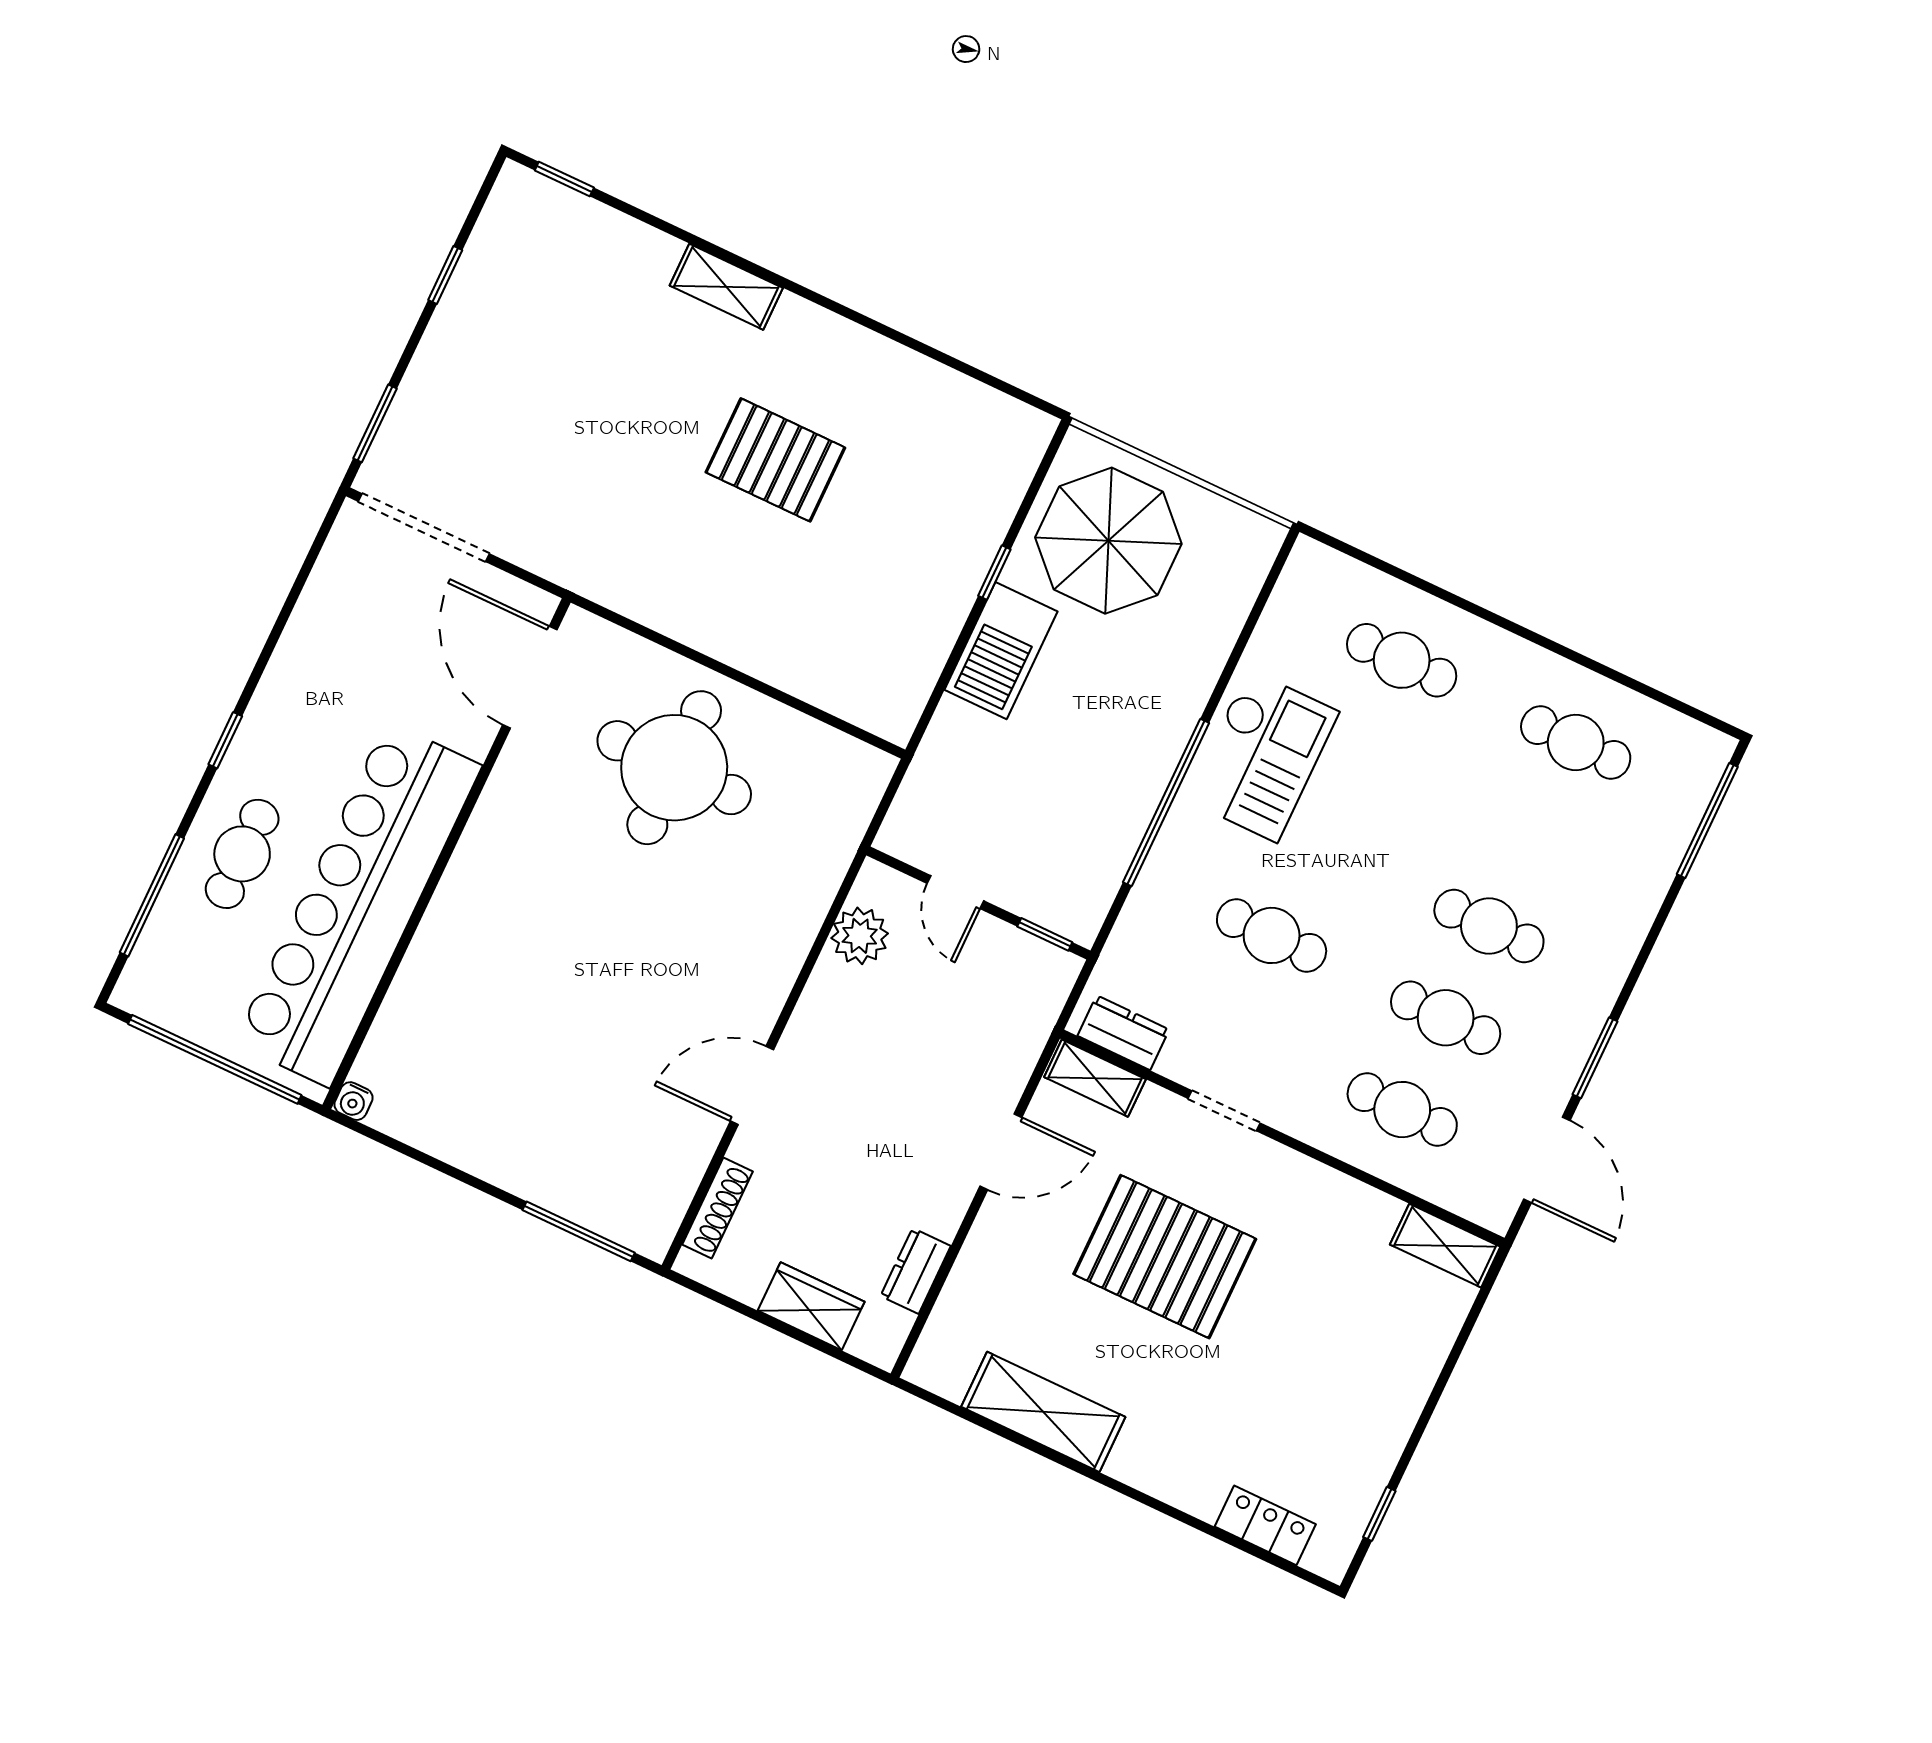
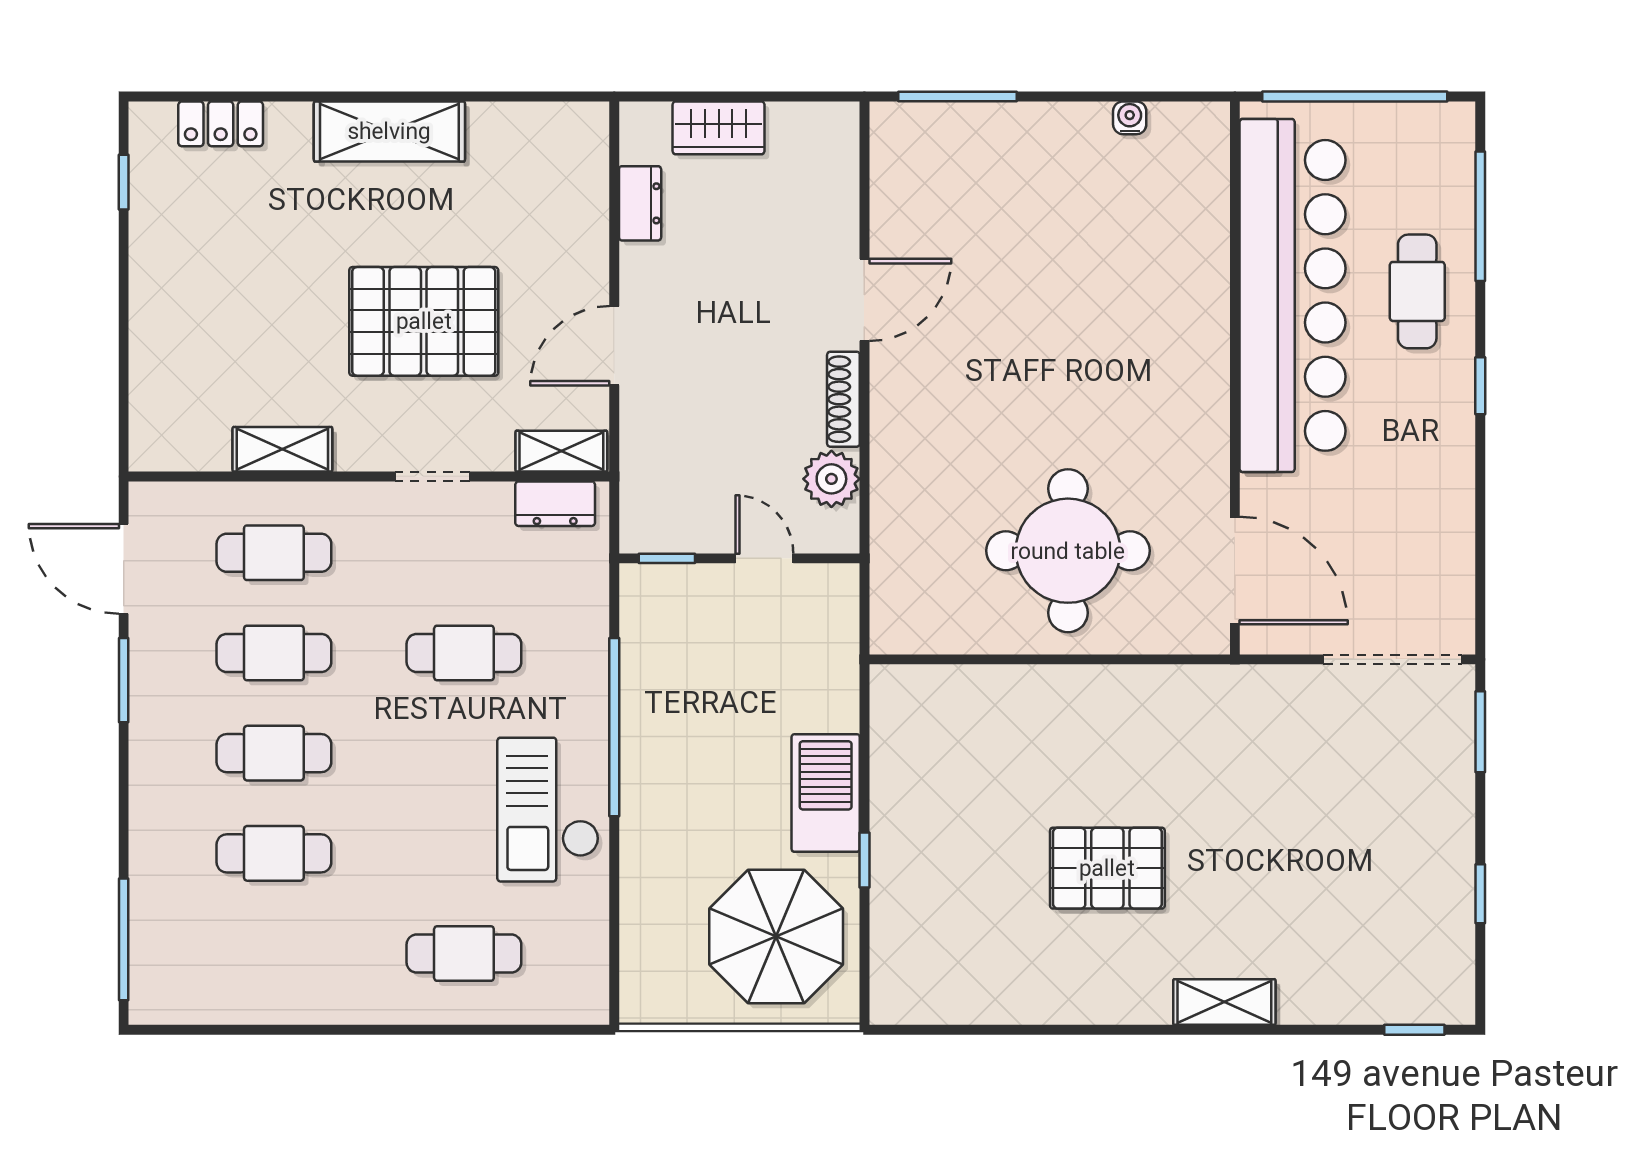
cafe table: (1576, 743) -> (274, 853), moved
water cooler: (354, 1101) -> (1130, 118), moved
shoe rack: (718, 1208) -> (843, 399), moved
shelving: (1445, 1246) -> (282, 449), moved
shelving: (1043, 1412) -> (389, 131), moved

